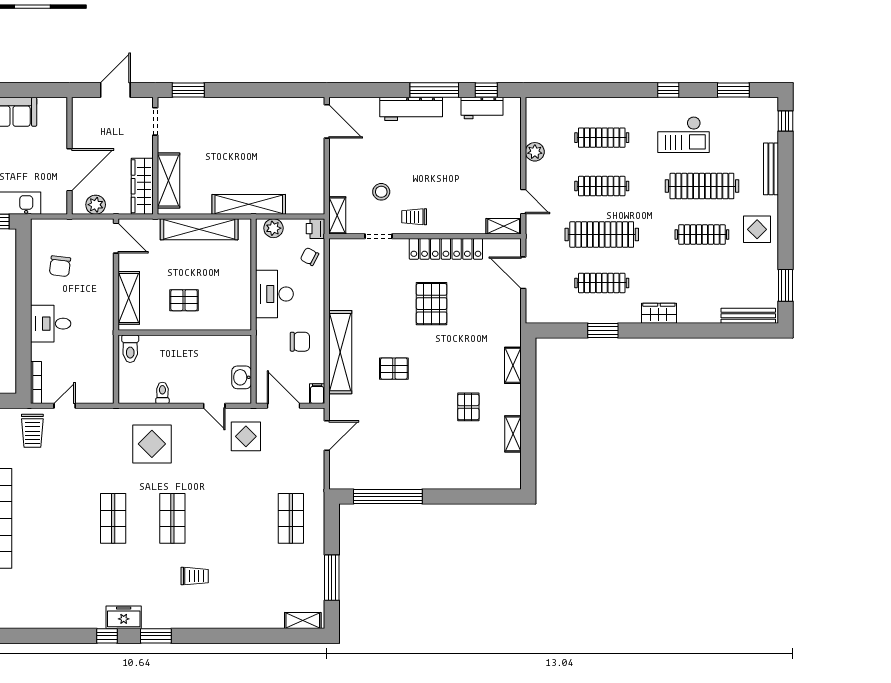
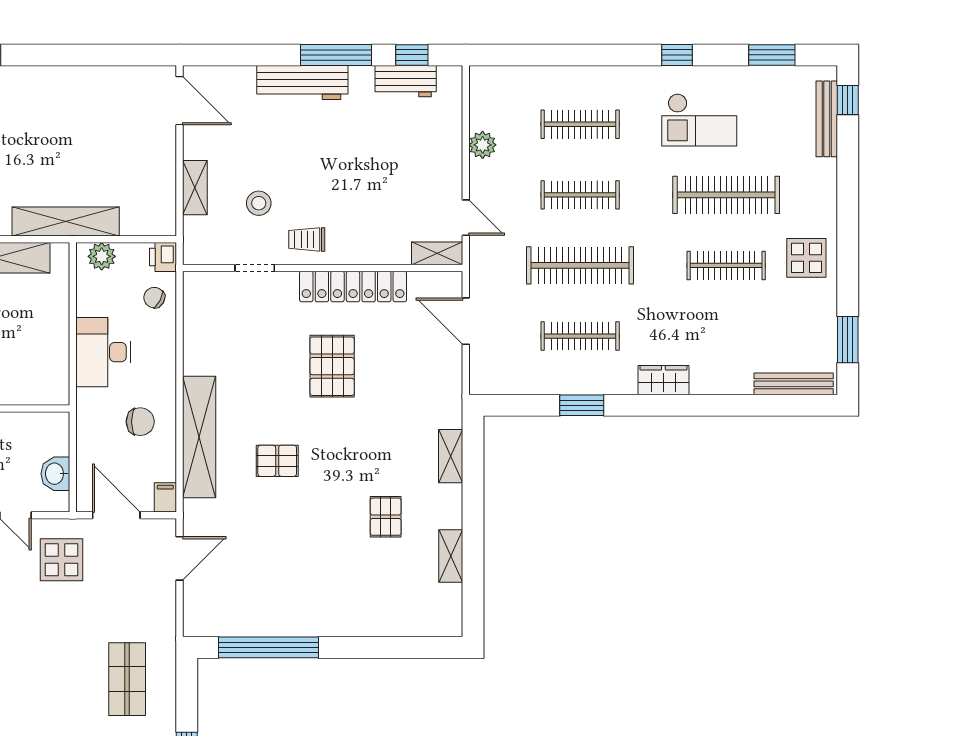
bench: (771, 169) -> (827, 119), moved
shelving: (337, 215) -> (195, 188), moved

